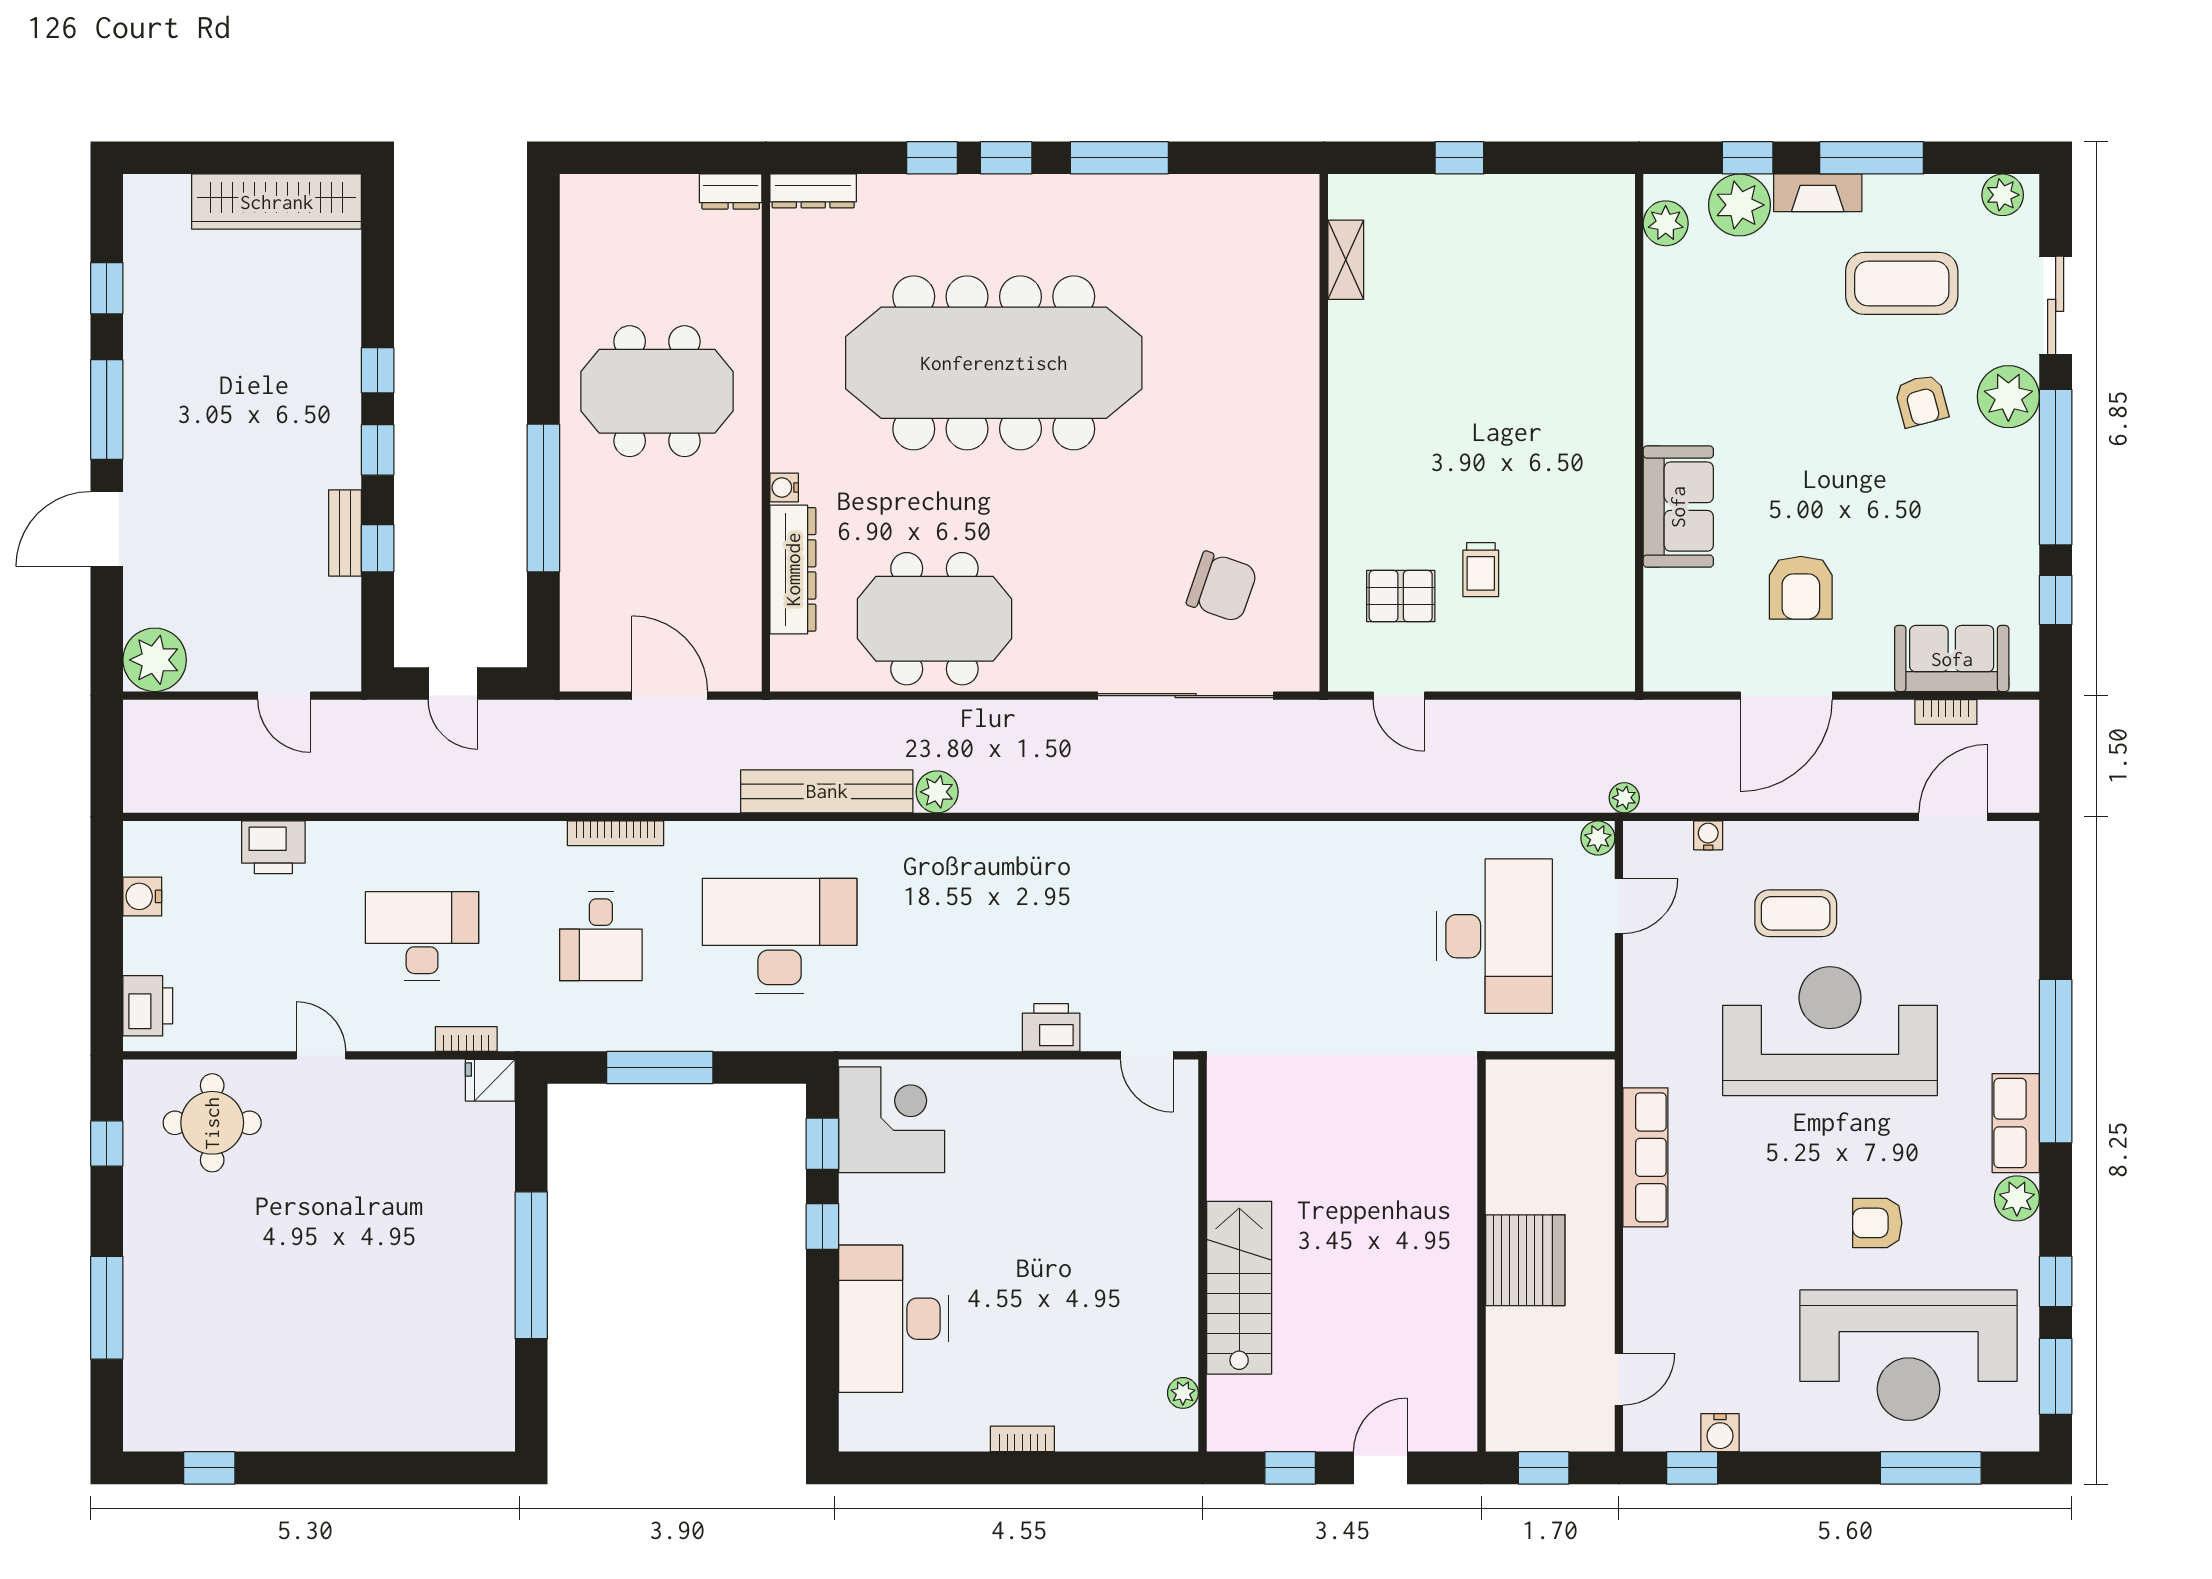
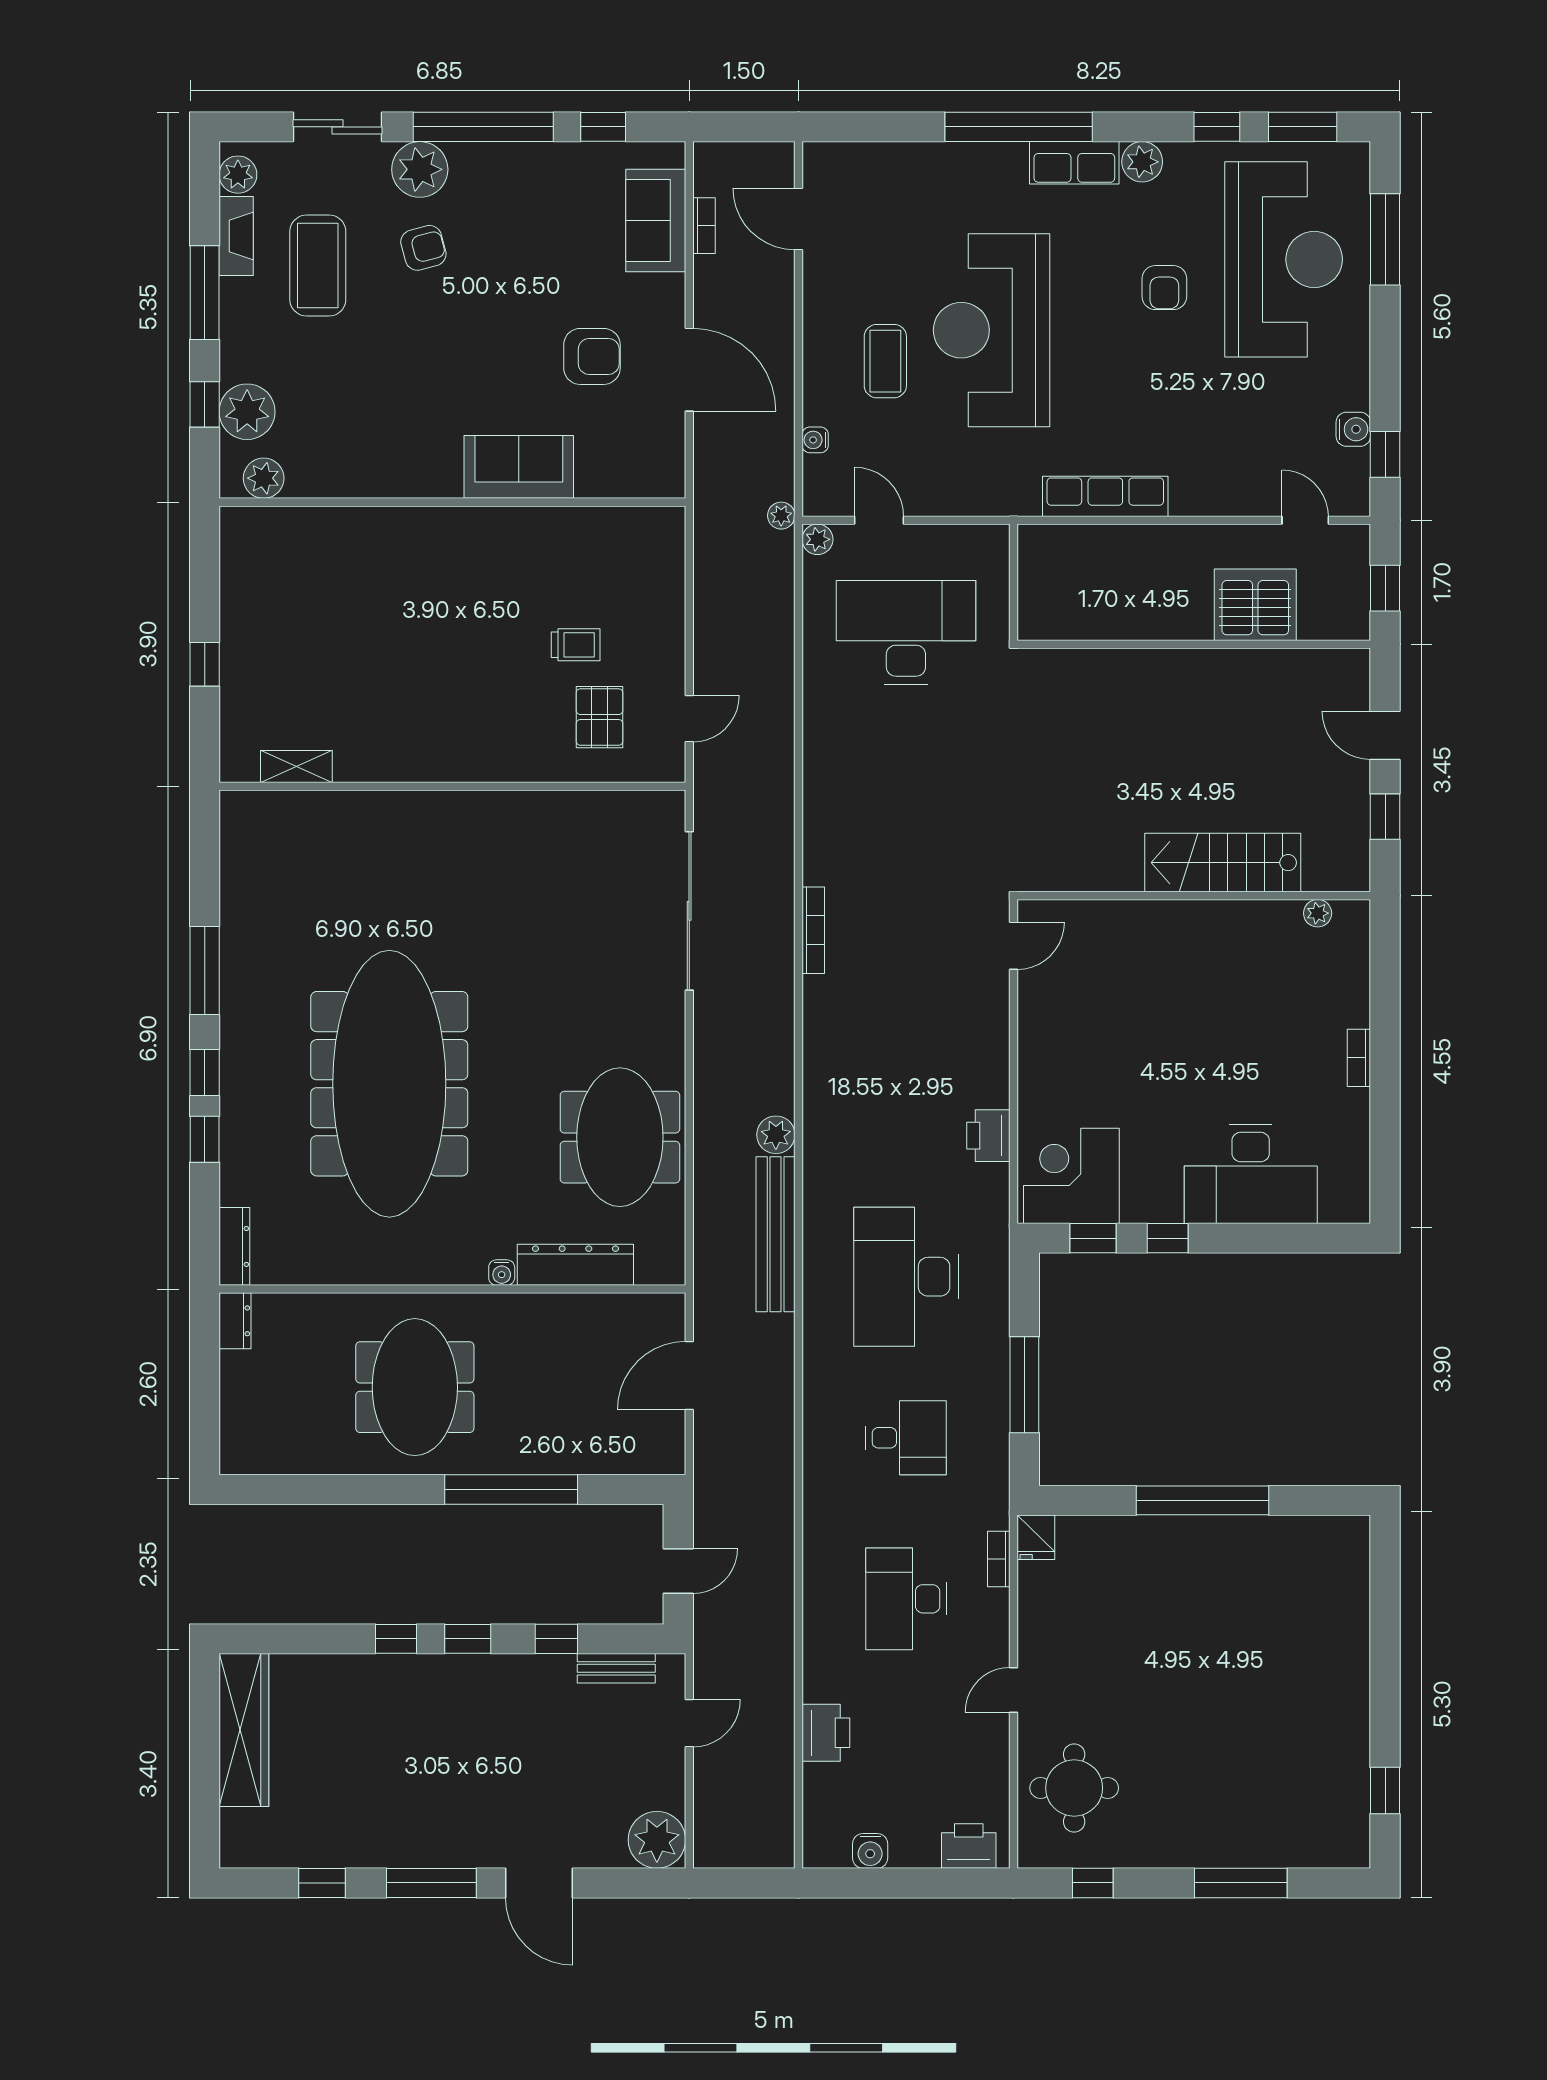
fireplace: (1818, 193) -> (236, 236), moved
bench: (345, 533) -> (616, 1668), moved
chair: (1222, 587) -> (591, 878), removed
bookcase: (616, 833) -> (813, 930), moved
printer: (1051, 1028) -> (988, 1136), moved
server rack: (1525, 1260) -> (1255, 605), moved

